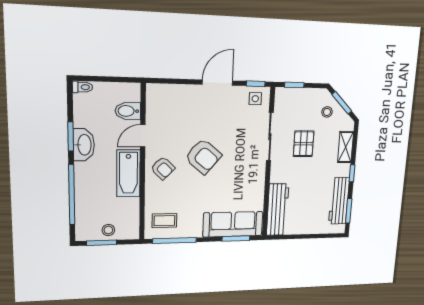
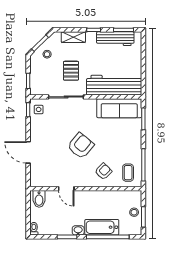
door: (217, 83) -> (28, 152), moved
bidet: (128, 111) -> (39, 199), moved
pallet: (304, 144) -> (71, 71), turned 90
washbasin: (84, 145) -> (78, 230), width x0.52, depth x0.69
armchair: (163, 168) -> (103, 171), moved
bathtub: (128, 173) -> (102, 227), moved, turned 180
workbench: (278, 210) -> (114, 85), width x1.36, depth x1.32
sofa: (233, 224) -> (119, 108), moved, turned -90

